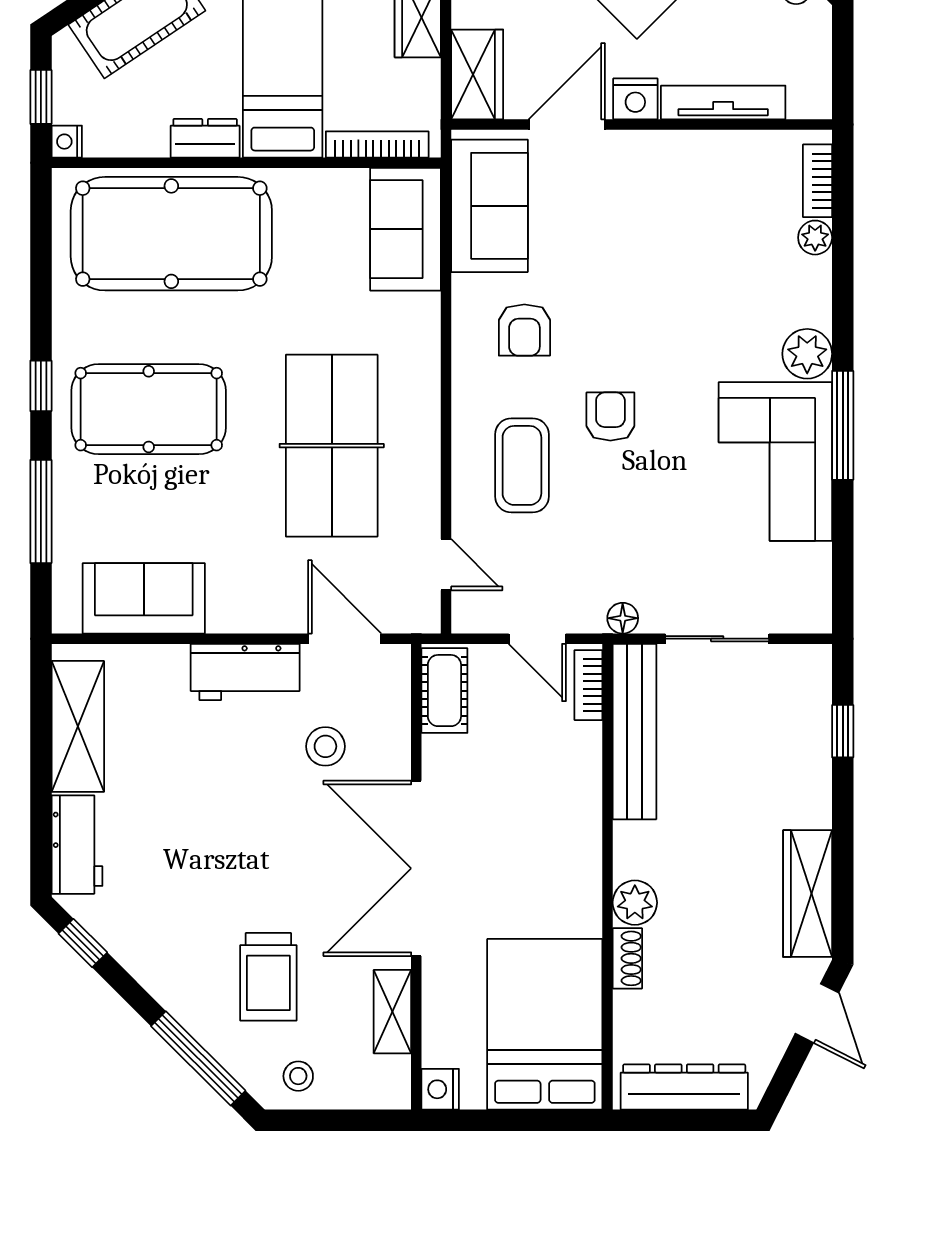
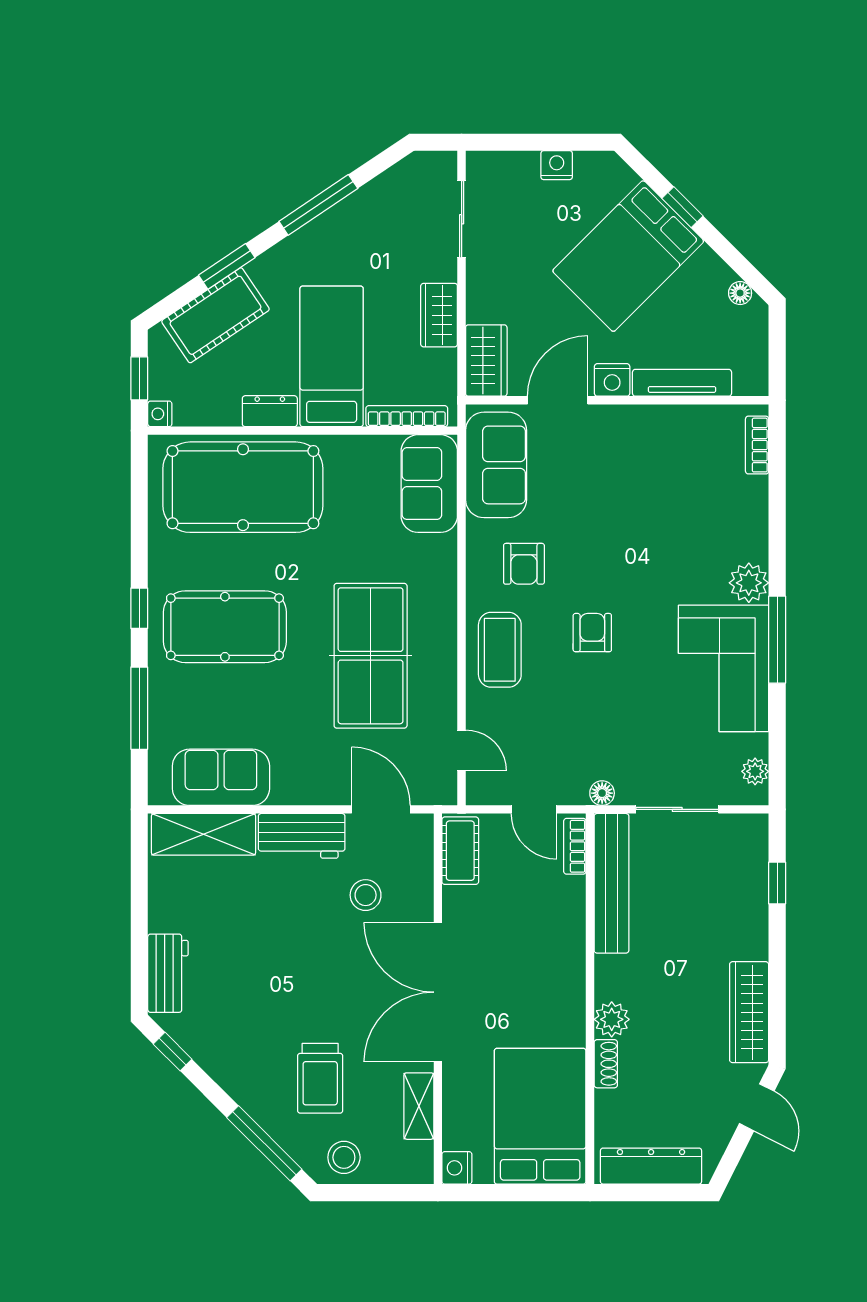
plant: (815, 238) -> (755, 771), moved
coffee table: (522, 465) -> (500, 650), moved
shelving: (78, 726) -> (203, 834), moved, turned 90
stool: (298, 1076) -> (344, 1157), width x1.37, depth x1.37

